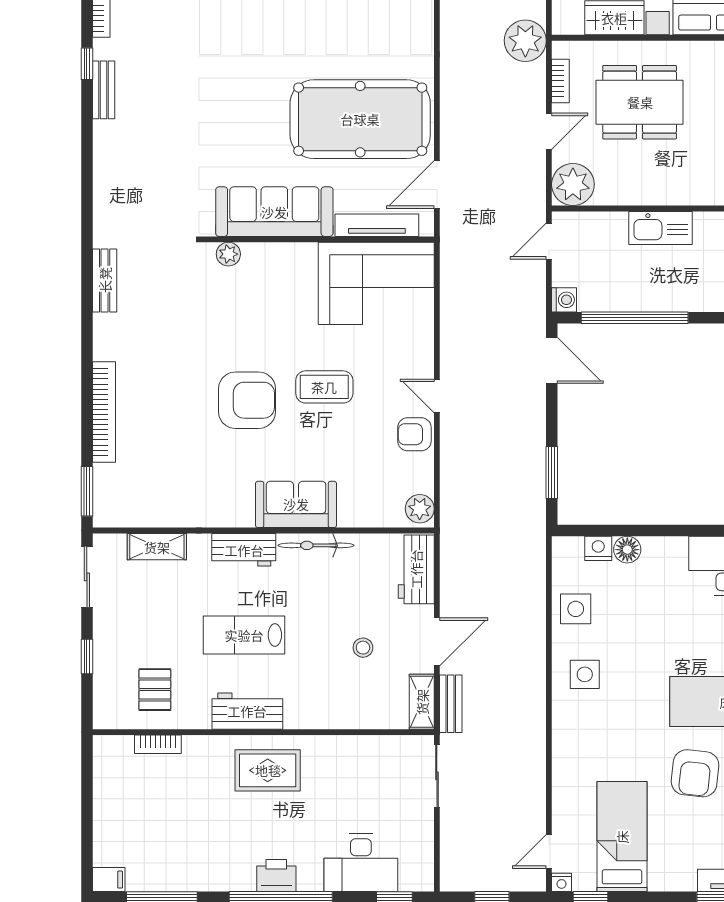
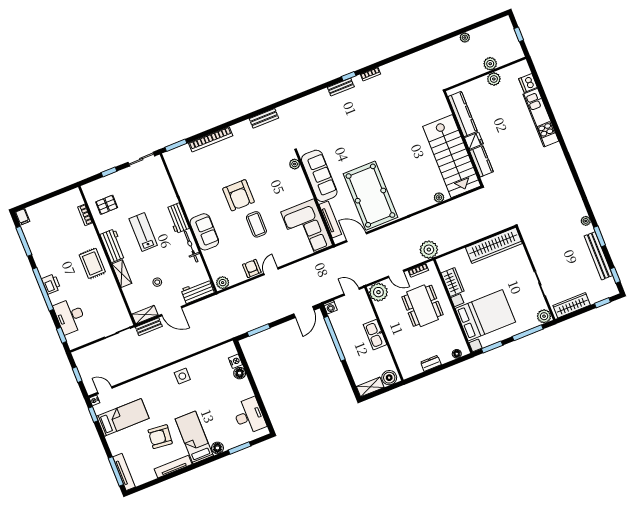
shelving: (157, 547) -> (122, 274), moved
side table: (576, 609) -> (207, 362), removed

